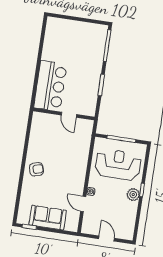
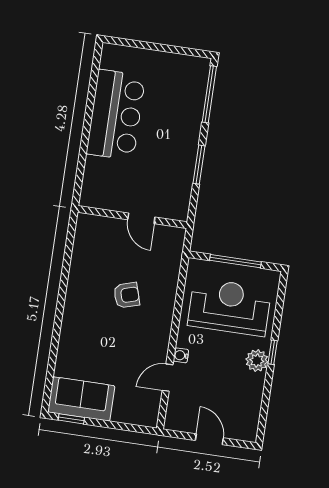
bar counter: (50, 86) -> (116, 115), moved
armchair: (36, 169) -> (127, 295), moved
door: (83, 204) -> (168, 378), hinge flipped
sofa: (48, 218) -> (81, 399), moved

